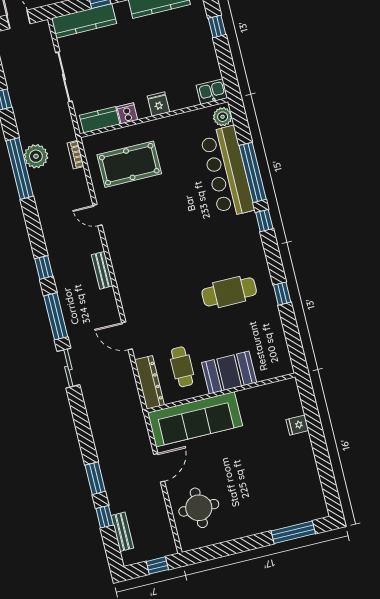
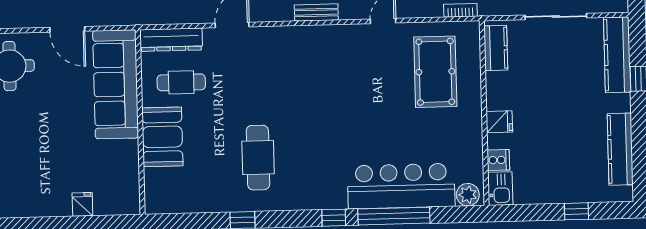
cooker: (127, 113) -> (498, 160), moved

